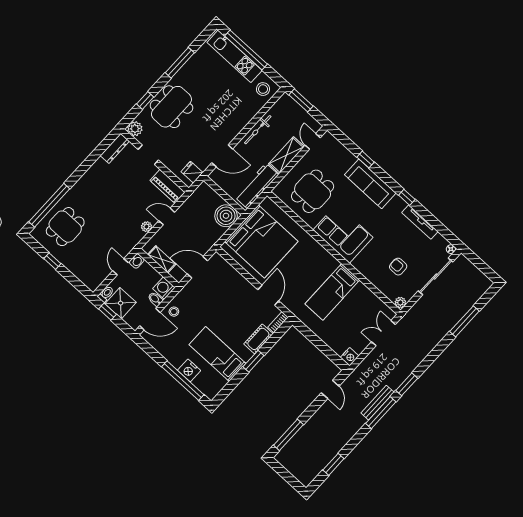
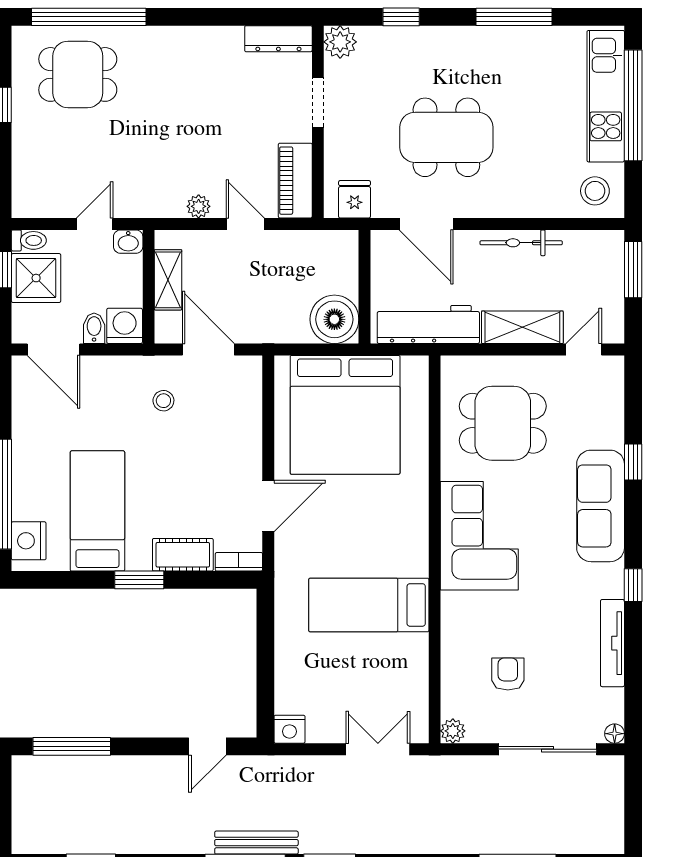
dining table: (171, 107) -> (446, 137), moved
stool: (174, 312) -> (163, 401), moved
nightstand: (189, 370) -> (29, 541), moved

